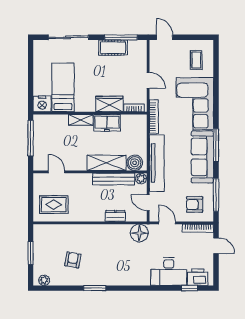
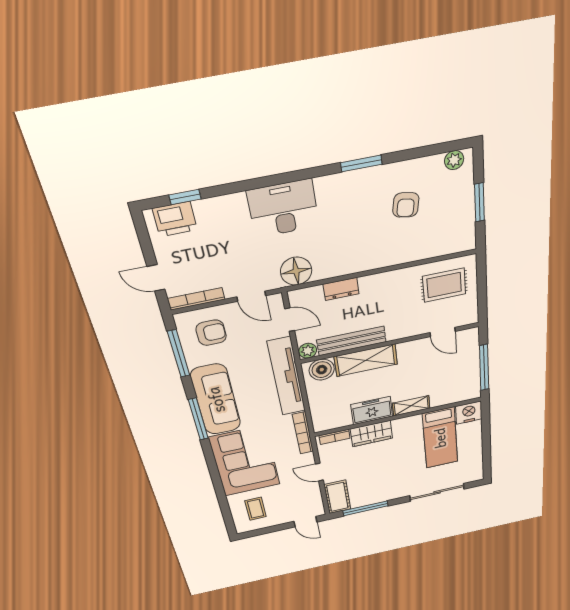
cot: (113, 48) -> (337, 497), moved, turned 90
desk: (169, 272) -> (283, 208), moved

